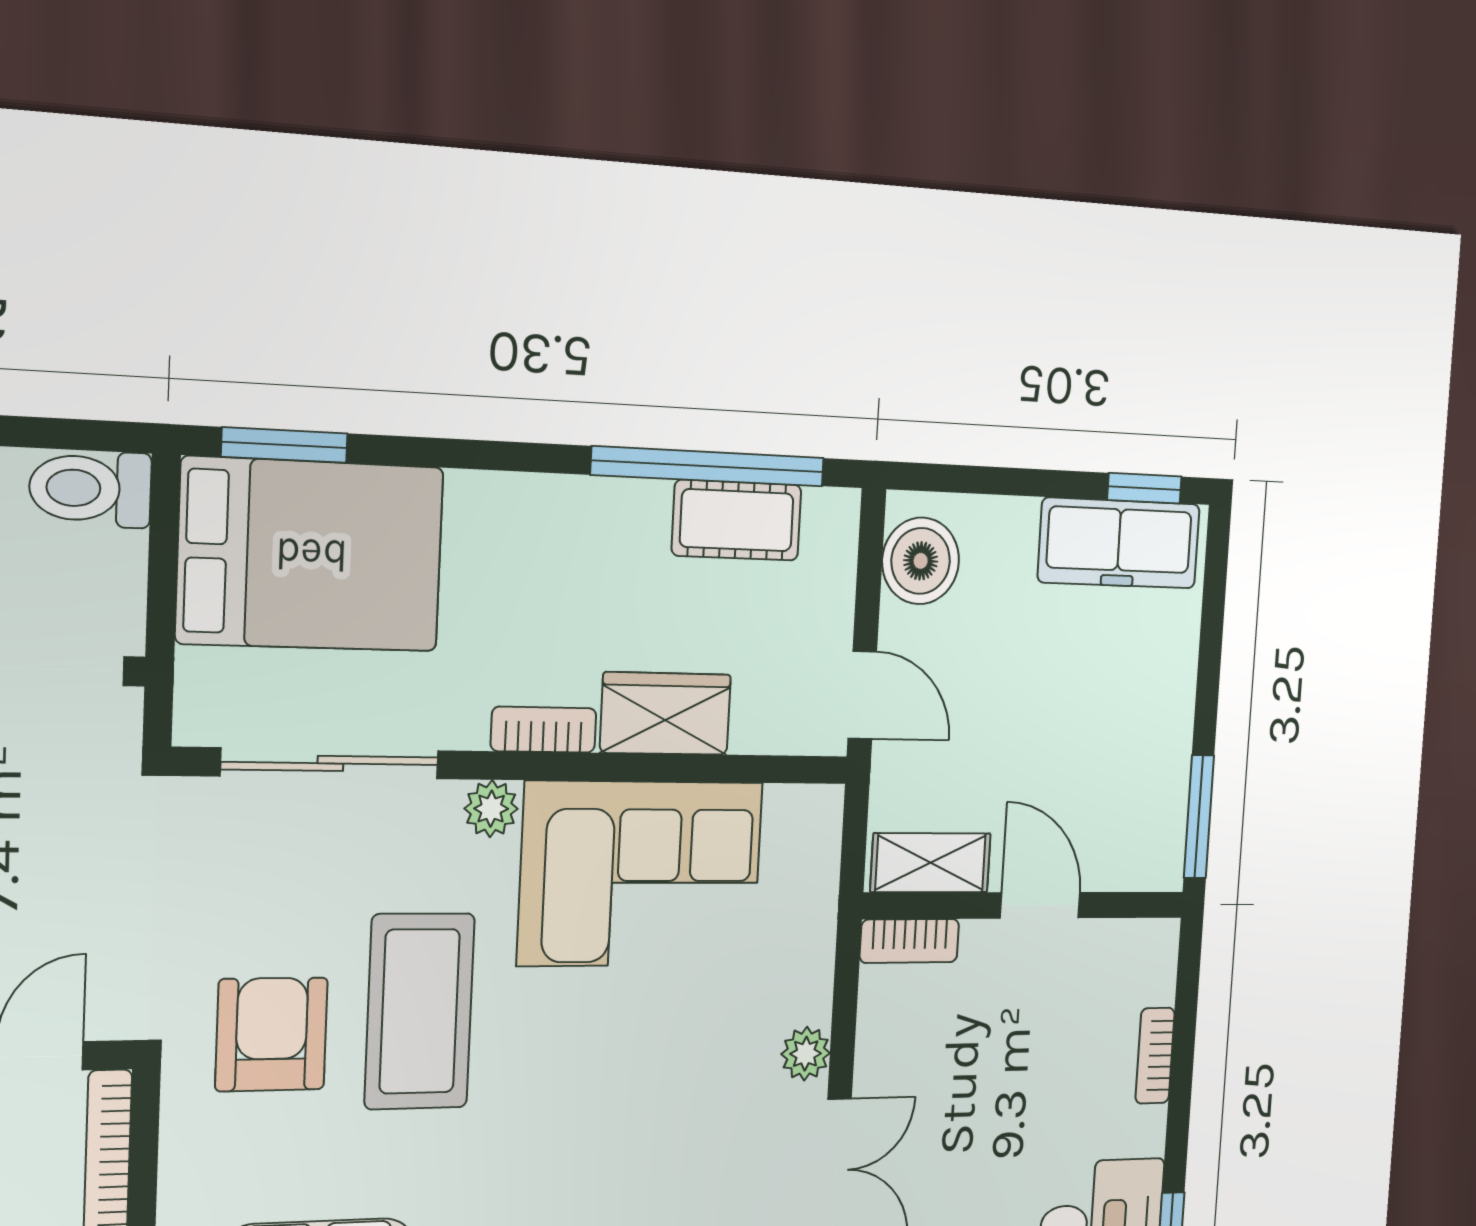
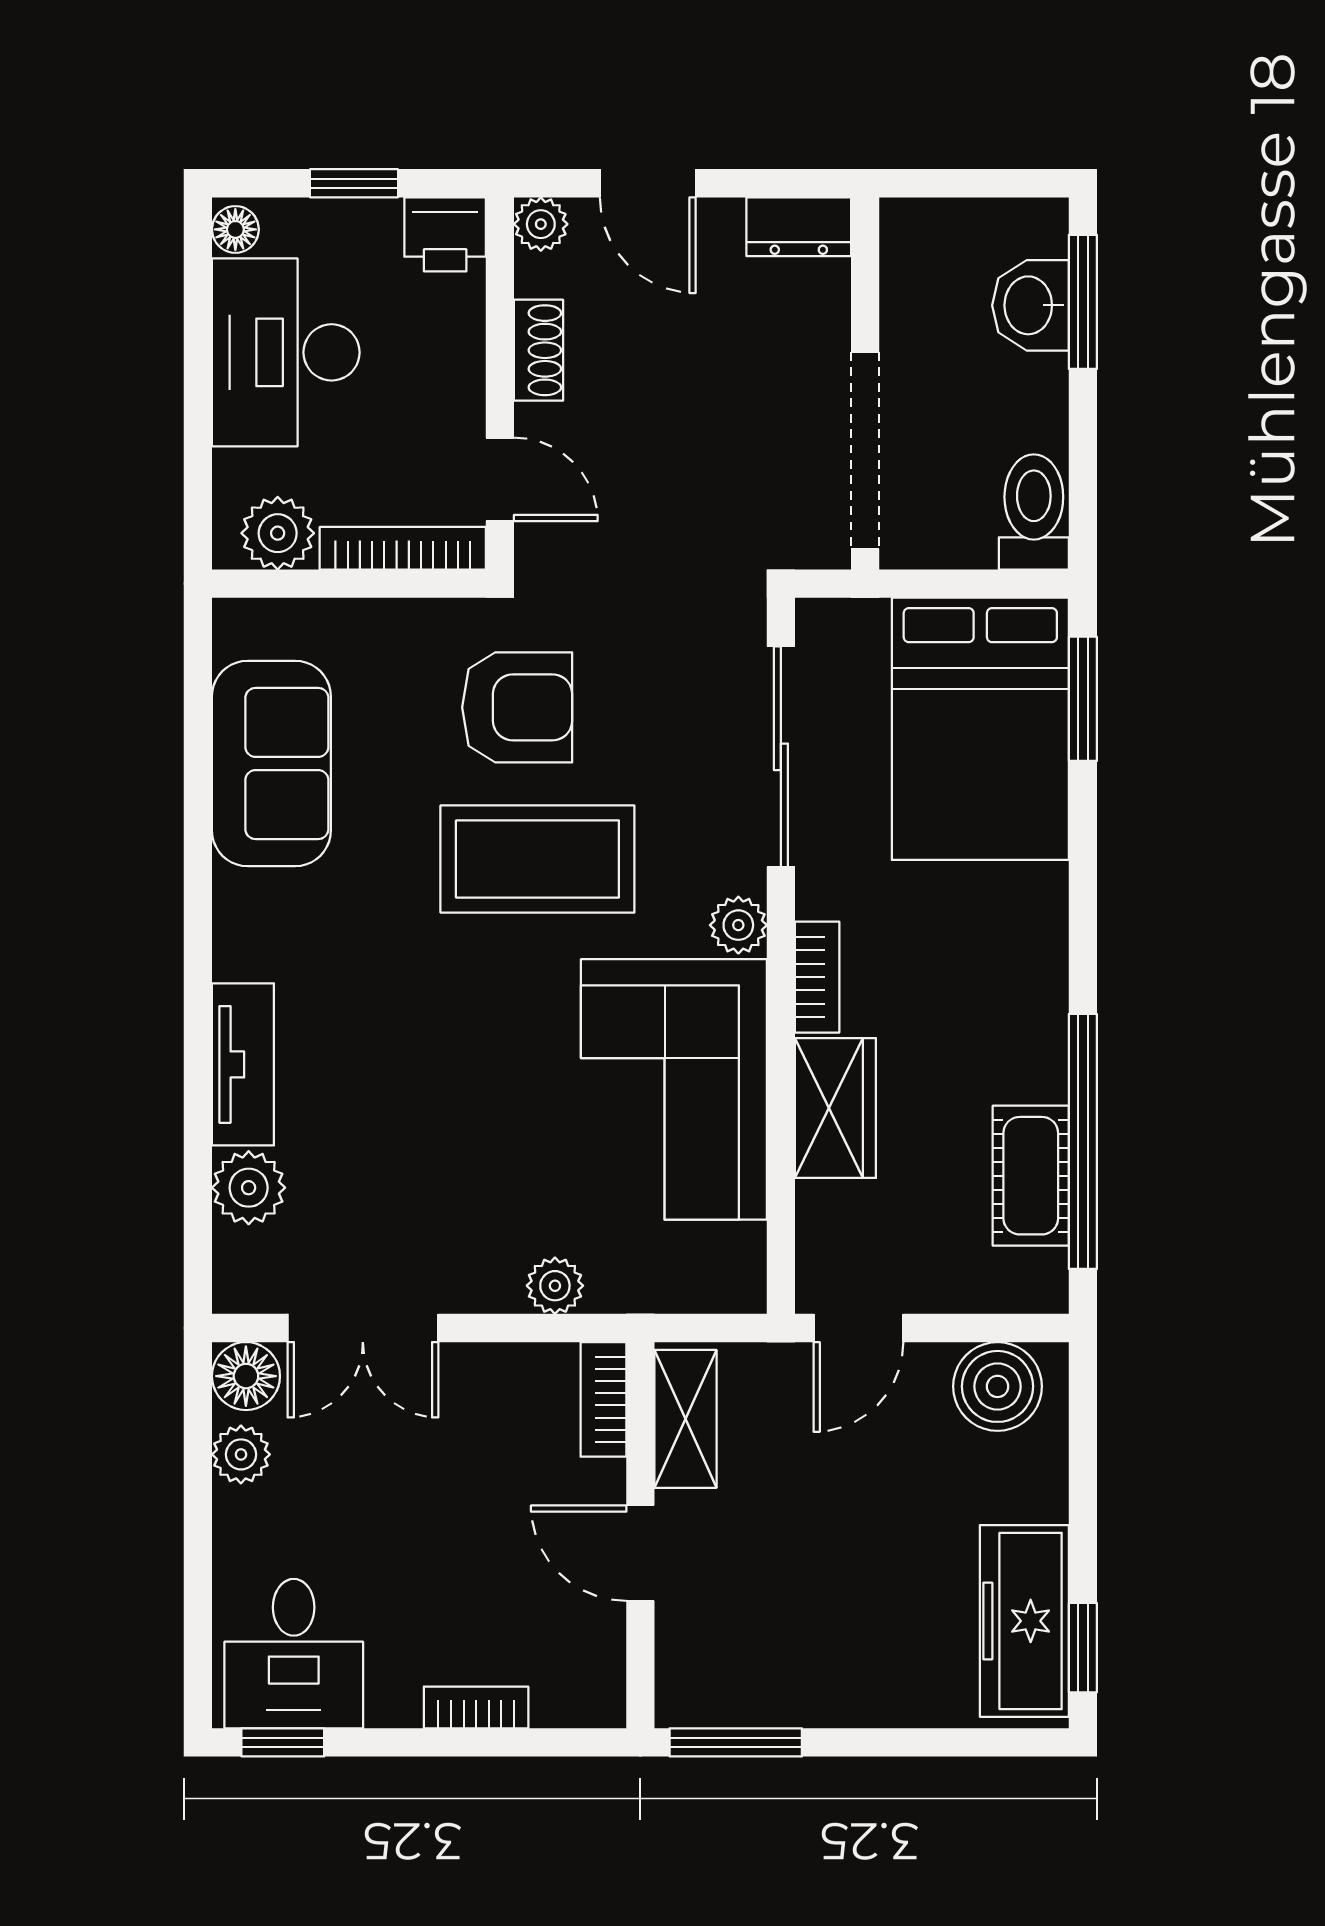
door: (1040, 905) -> (640, 1553), swing flipped
plant: (806, 1054) -> (555, 1286), moved

